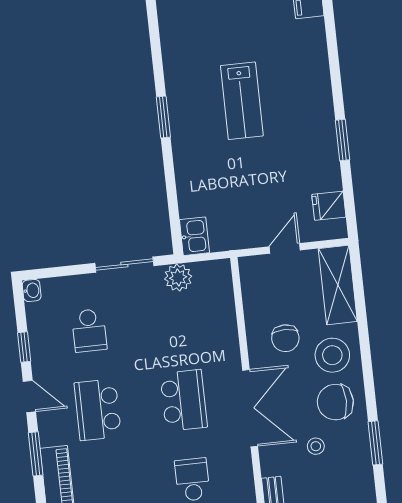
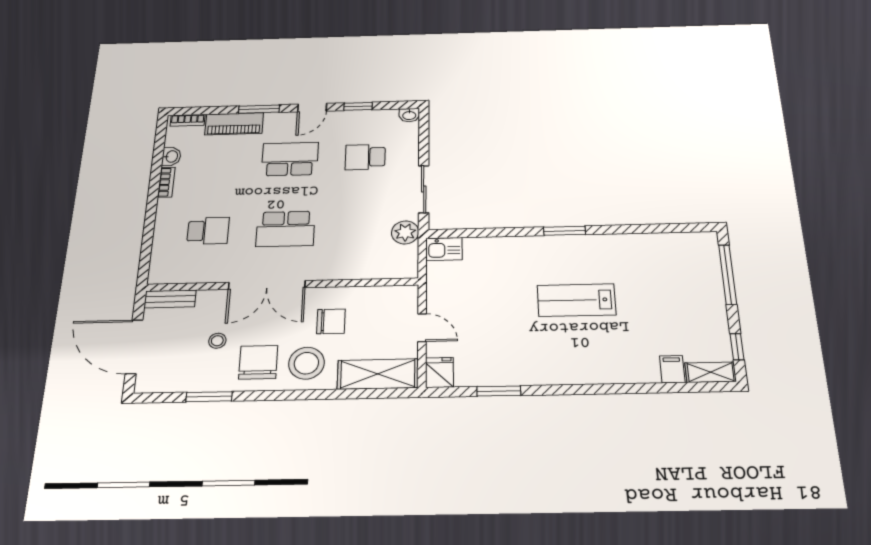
window: (342, 140) -> (499, 391), moved
fridge: (329, 206) -> (439, 372), moved
chair: (285, 338) -> (331, 321), turned 180

